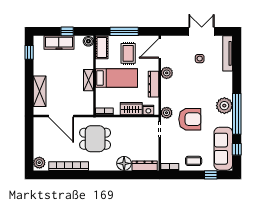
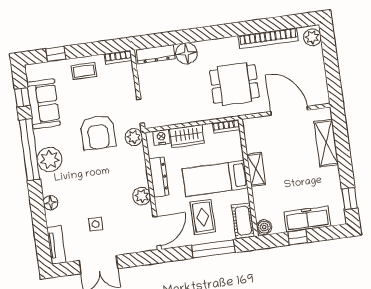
tv unit: (228, 53) -> (56, 245), width x0.71
floor lamp: (228, 77) -> (51, 203), added
armchair: (190, 119) -> (98, 132), turned -90
sofa: (223, 149) -> (44, 104), width x0.73

